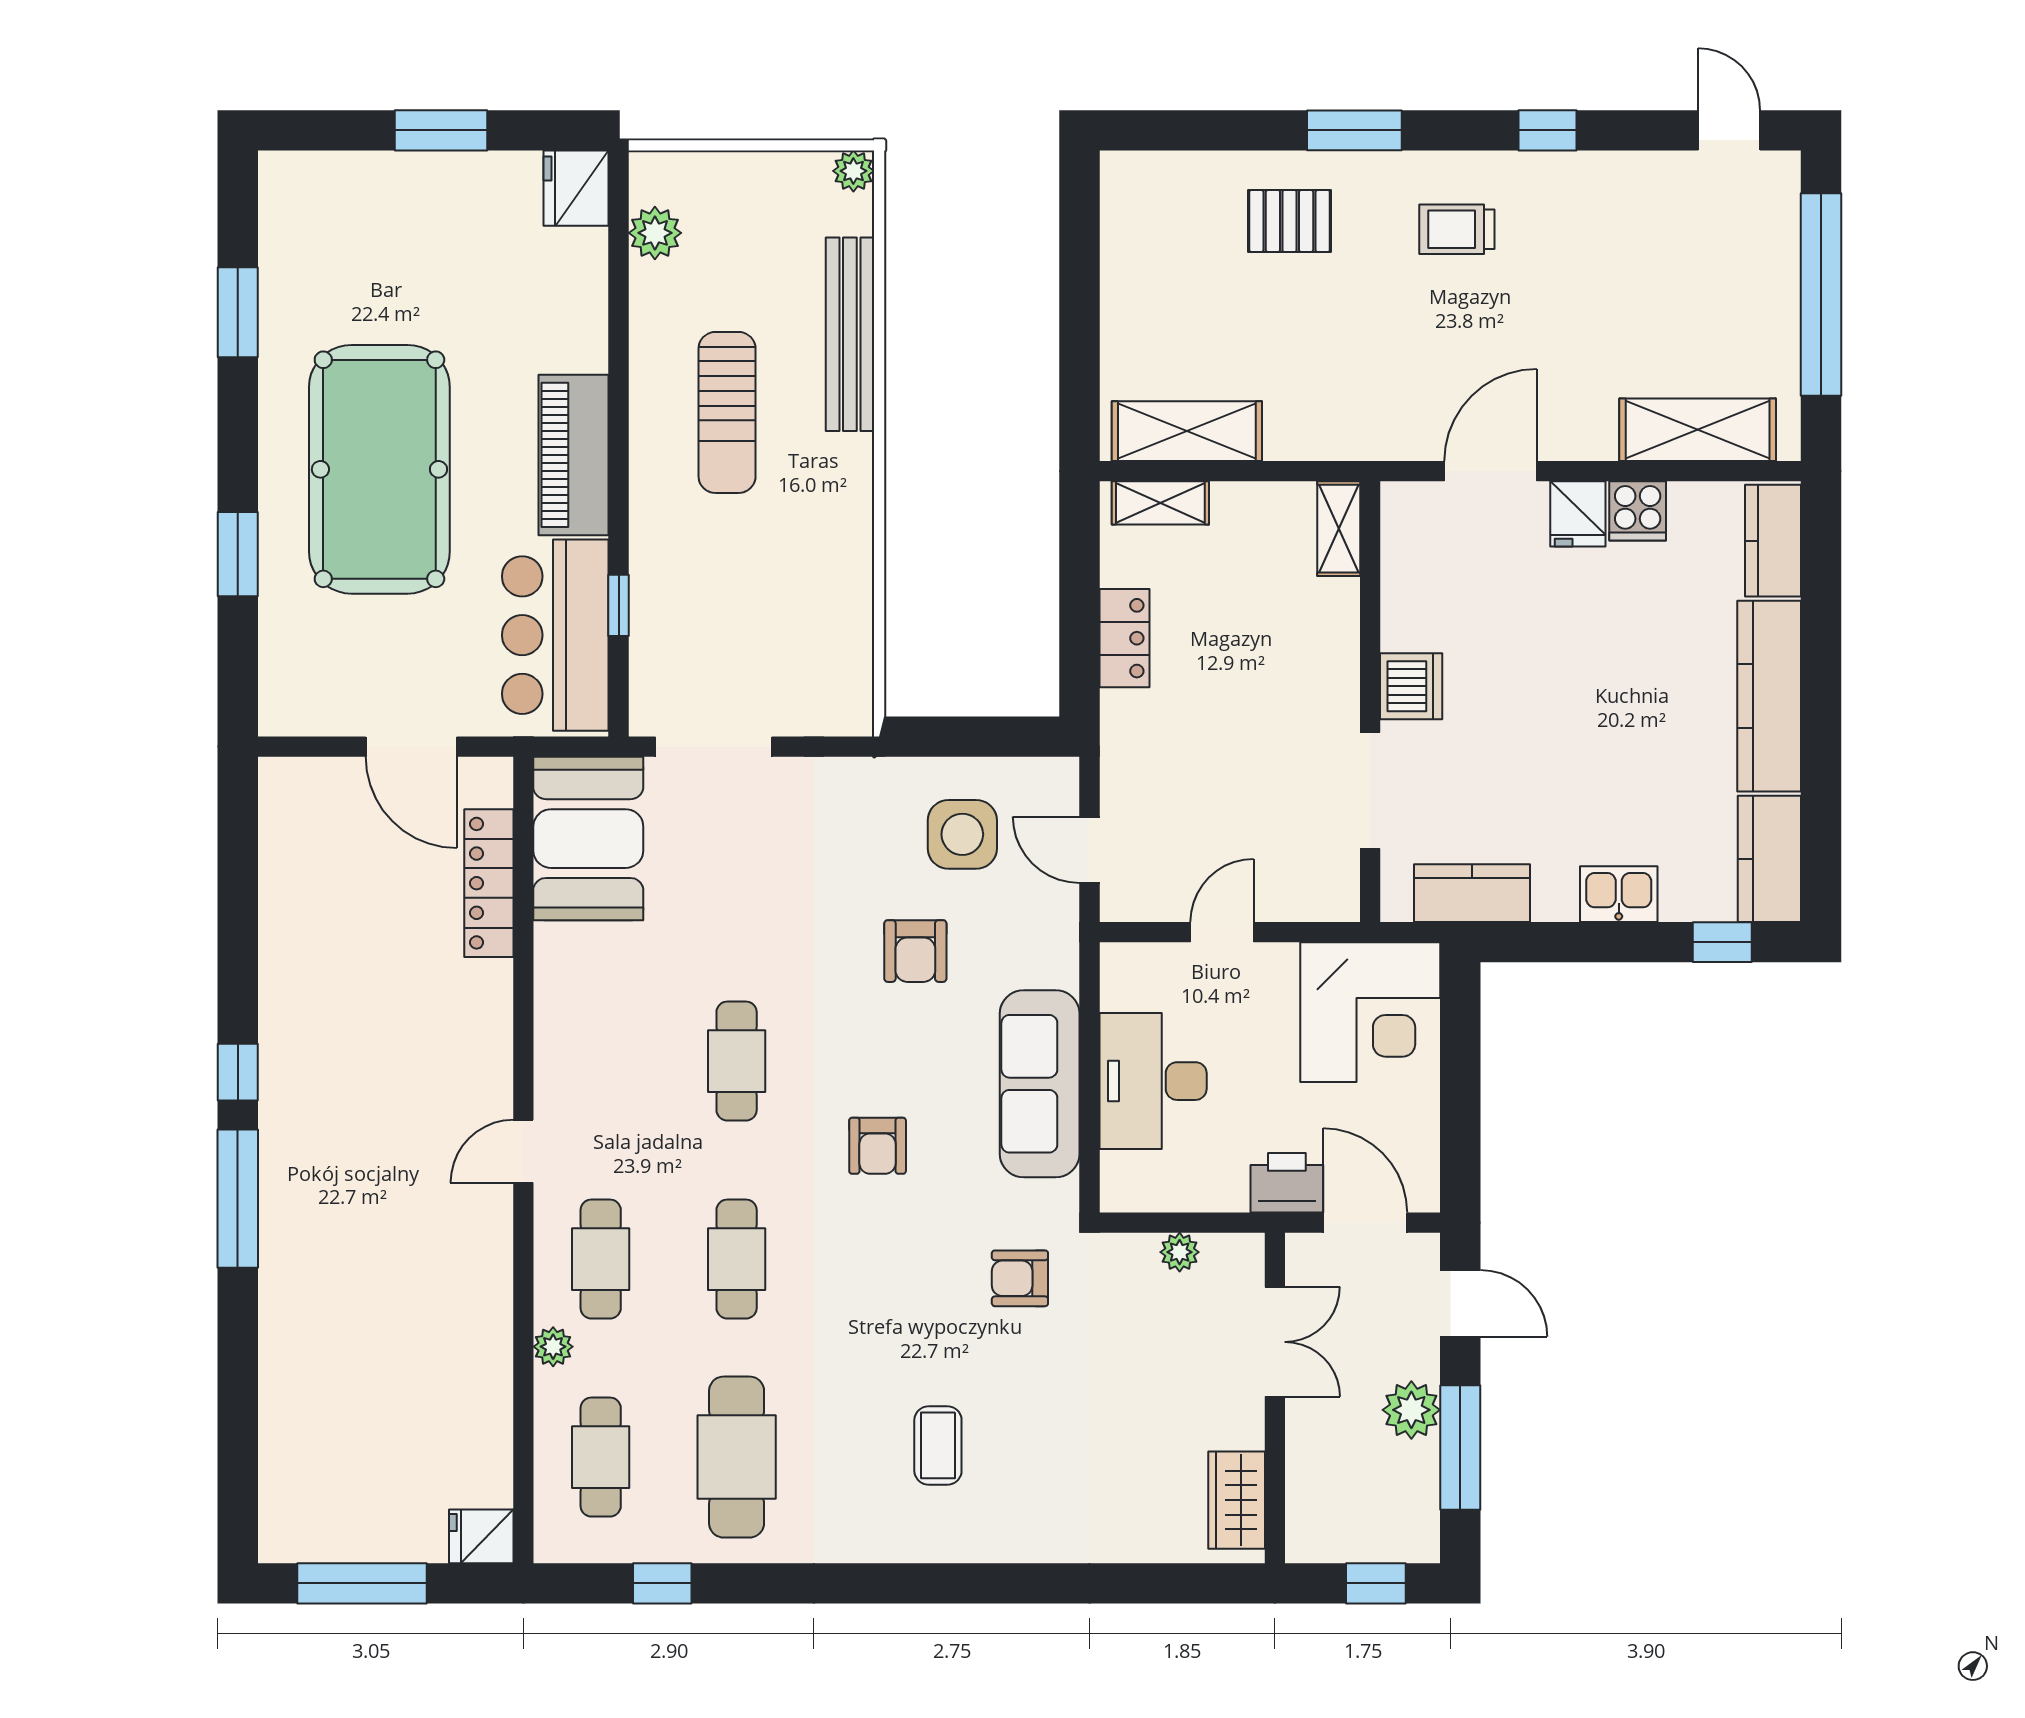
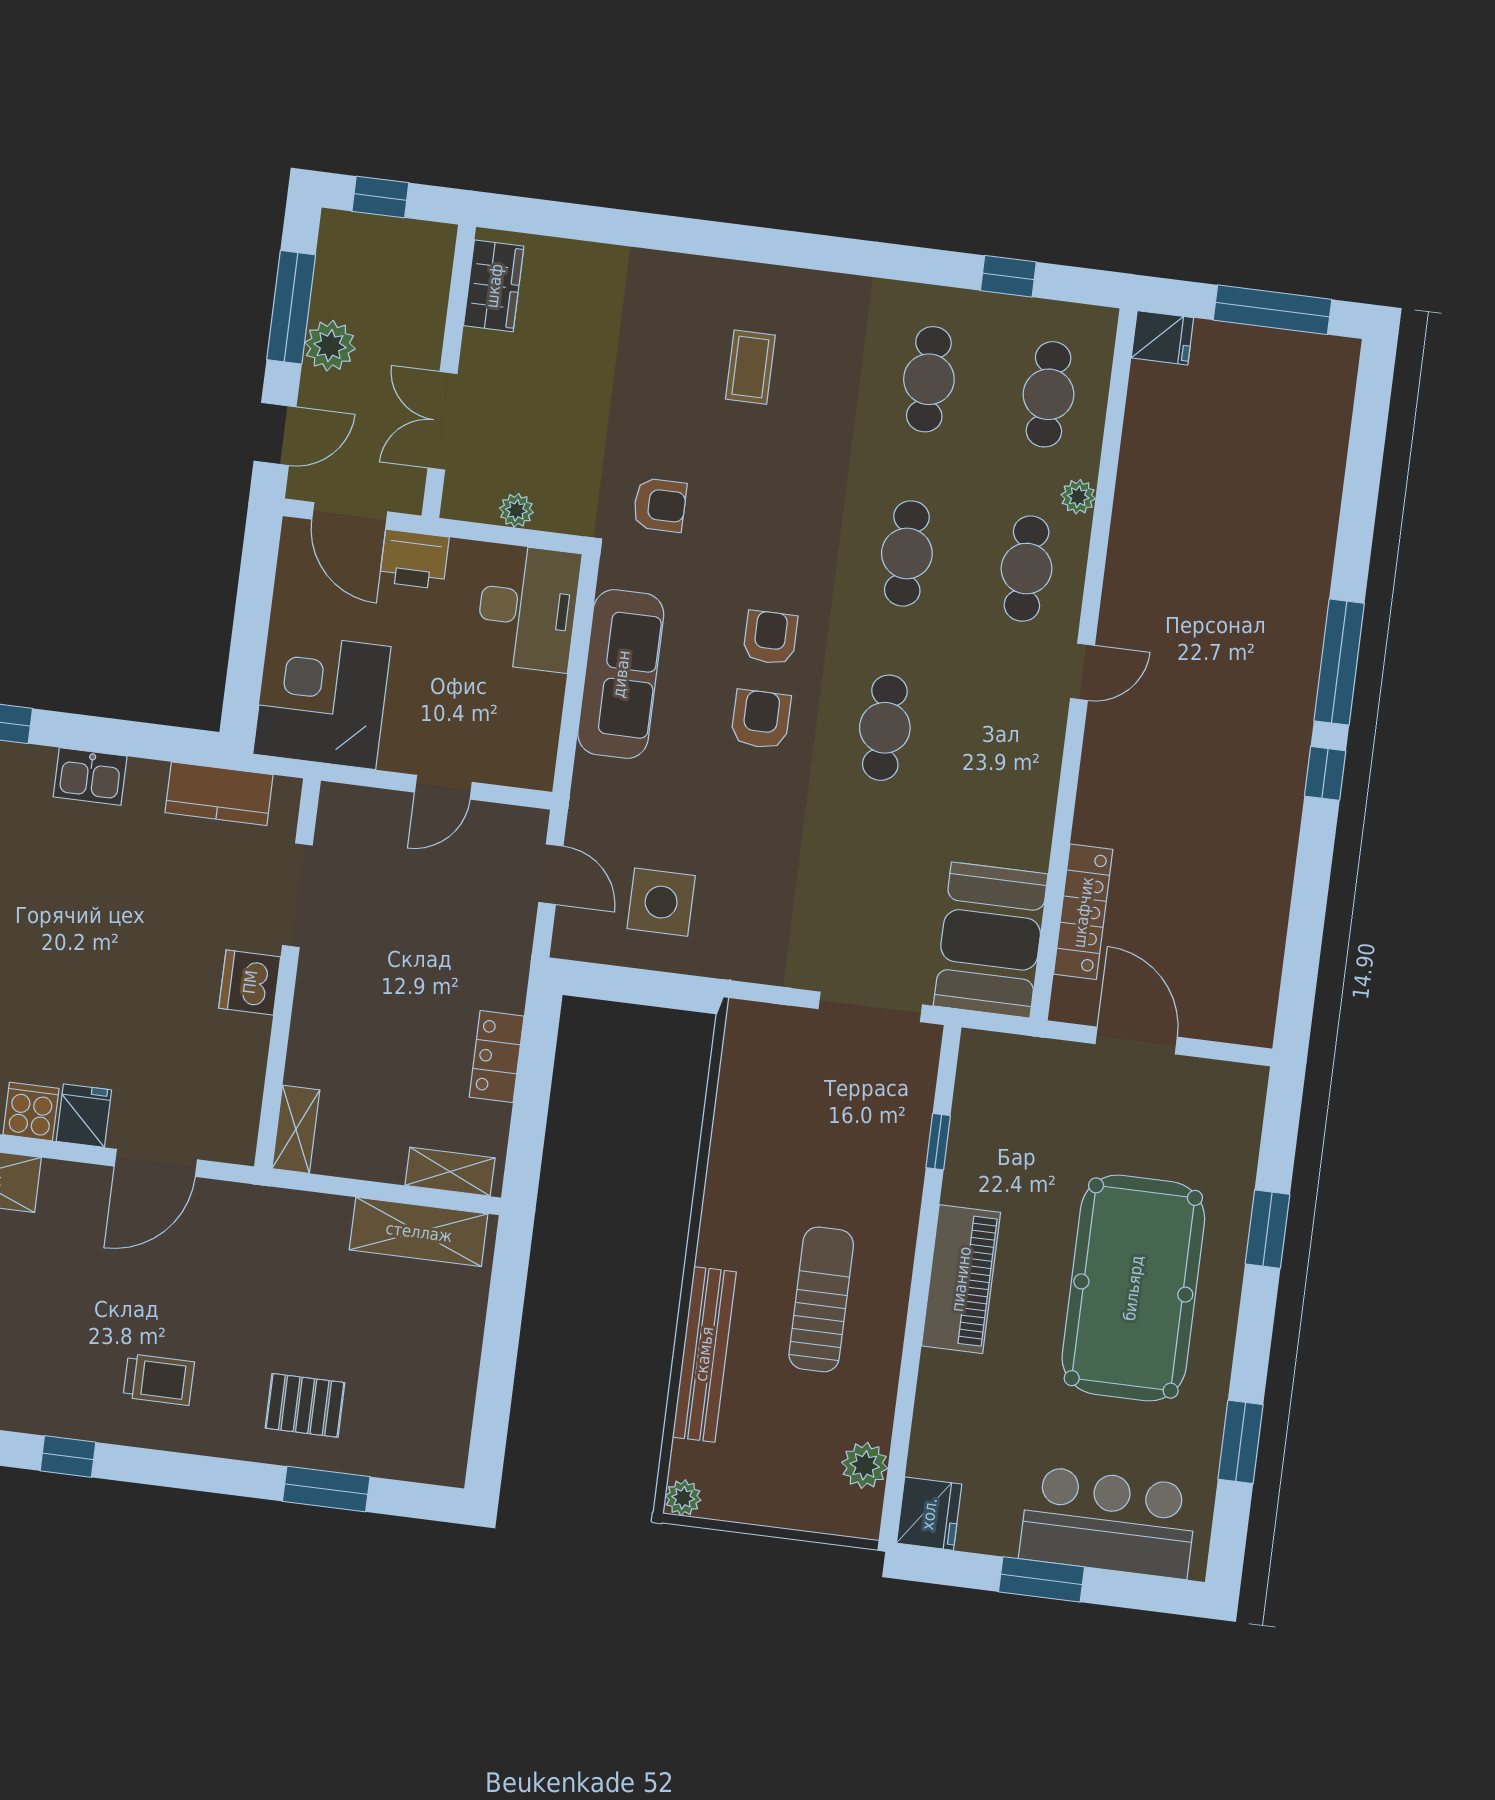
window: (1354, 130) -> (326, 1489), moved
bar counter: (555, 635) -> (1108, 1522), moved, turned -90
armchair: (915, 951) -> (761, 719), moved
desk: (1153, 1081) -> (528, 608), moved
door: (1460, 1303) -> (275, 434), swing flipped
cafe table: (737, 1457) -> (929, 379), width x0.73, depth x0.74

